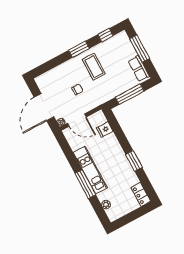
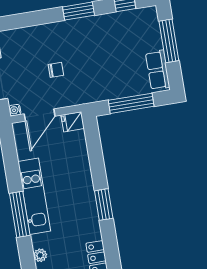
coffee table: (94, 67) -> (92, 44), removed
door: (77, 120) -> (40, 115), hinge flipped
fridge: (105, 130) -> (73, 122), moved

